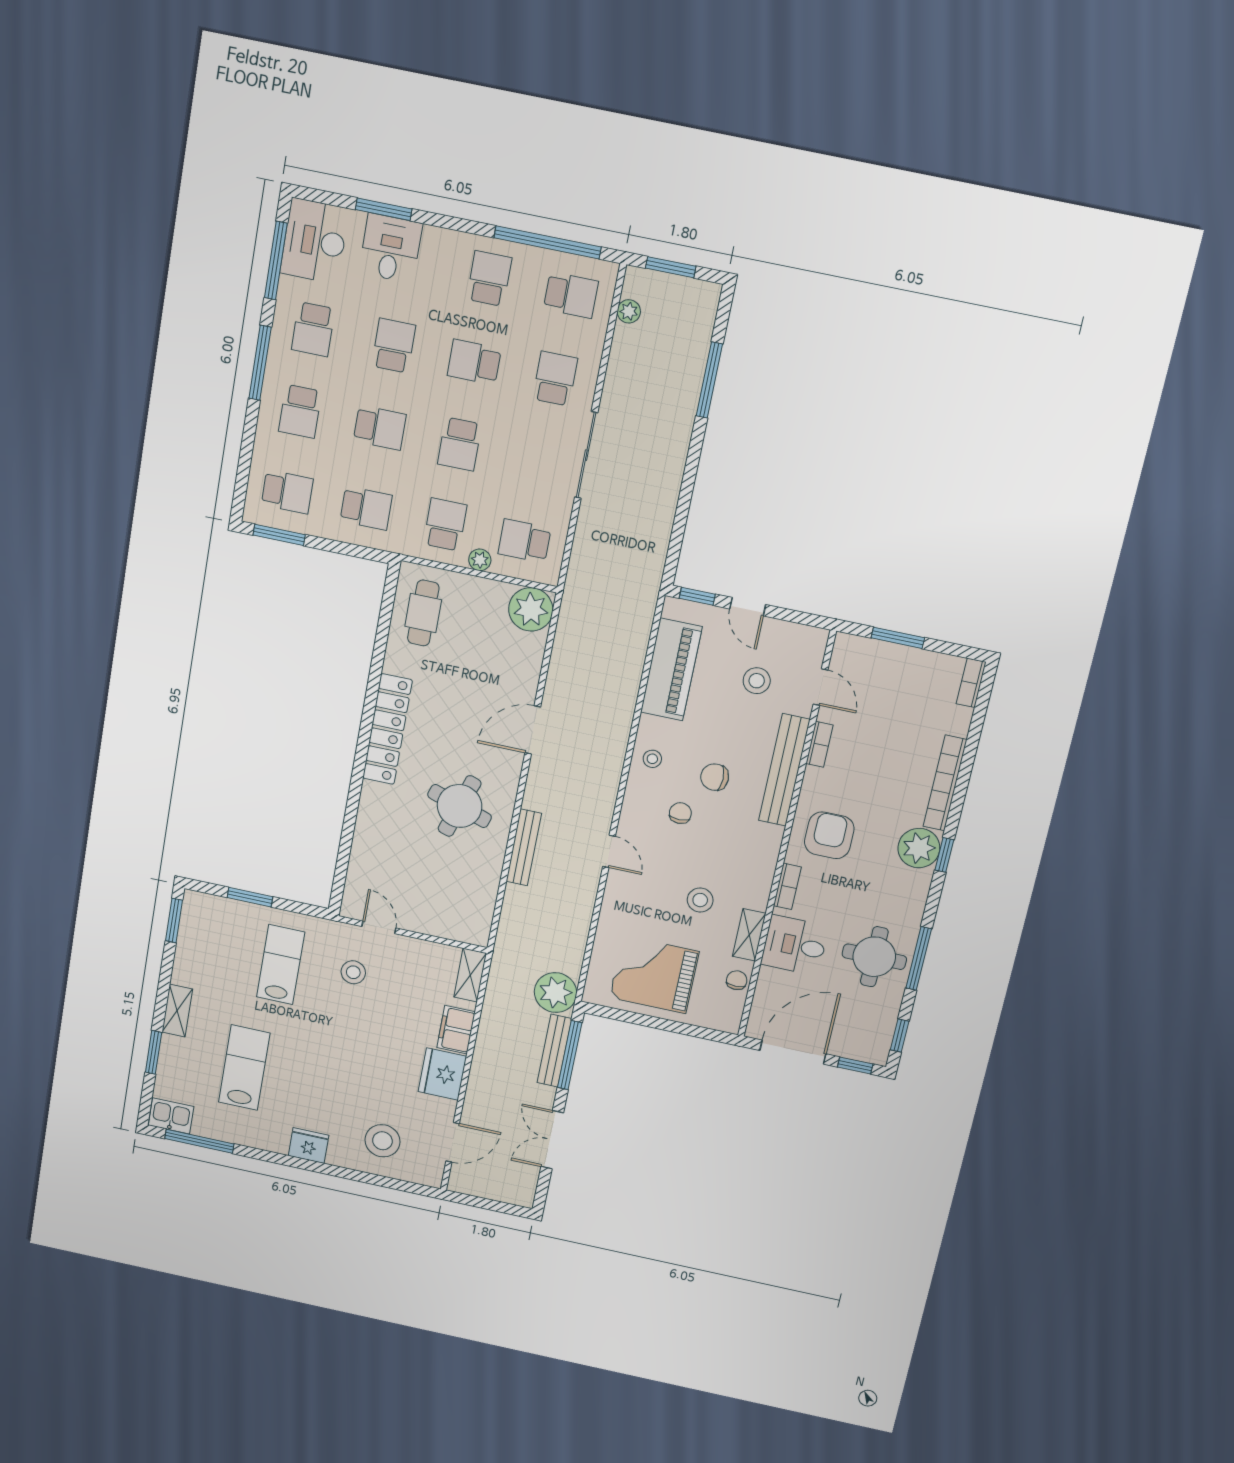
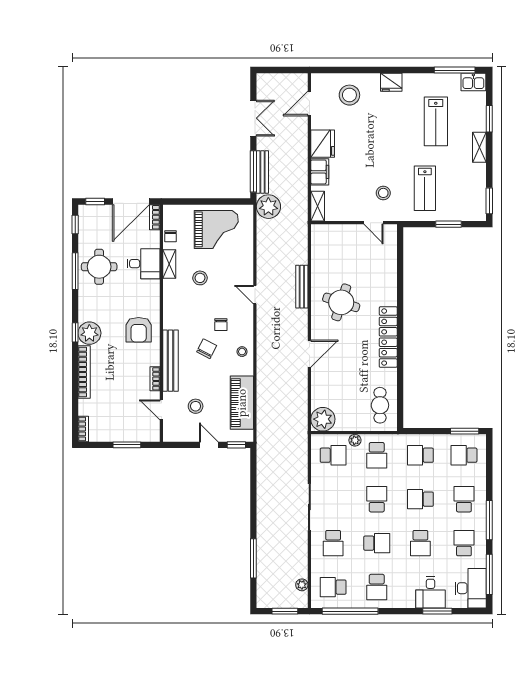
chair: (715, 777) -> (207, 349), turned -63
bookcase: (787, 886) -> (155, 217), moved

